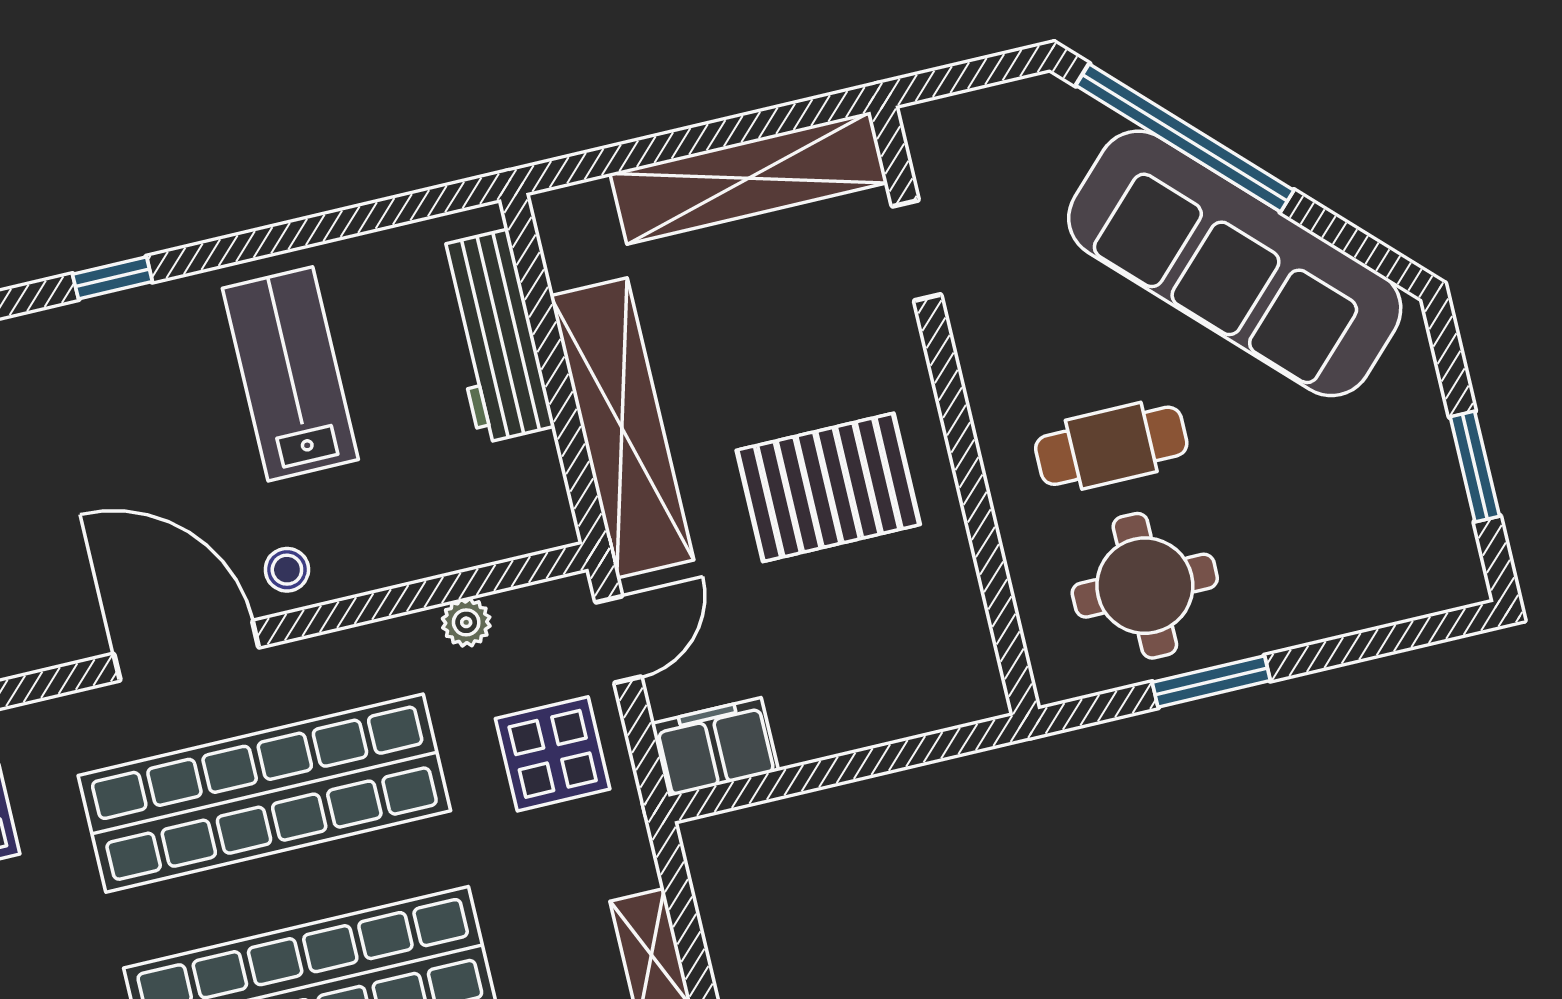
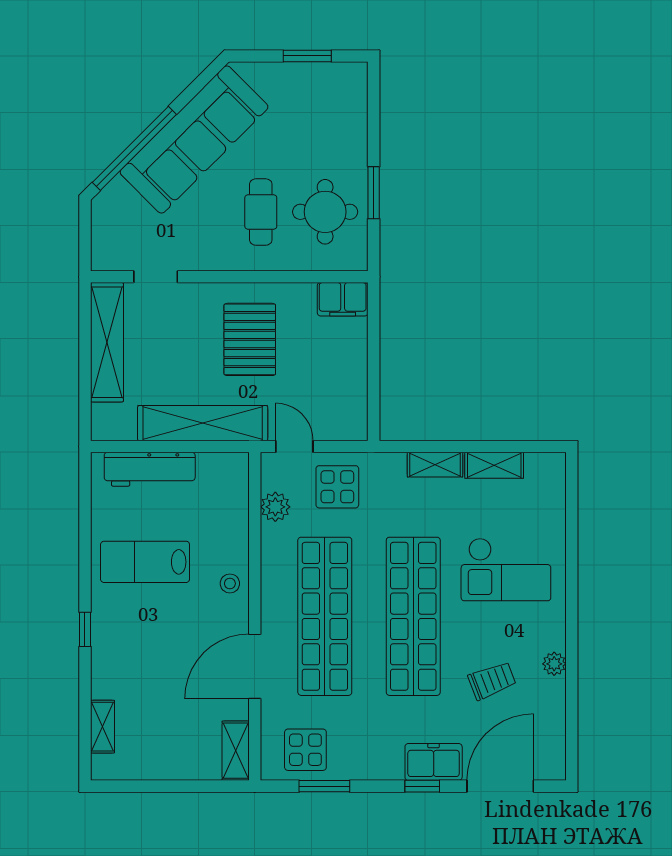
plant: (466, 622) -> (275, 507), width x1.38, depth x1.38
door: (186, 651) -> (255, 666), moved
filing cabinet: (715, 747) -> (343, 299), moved, turned -90

